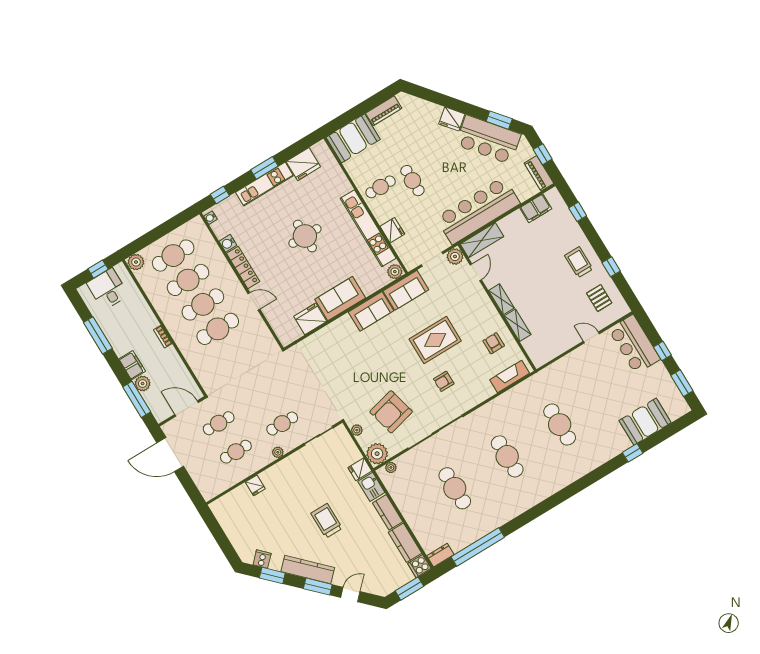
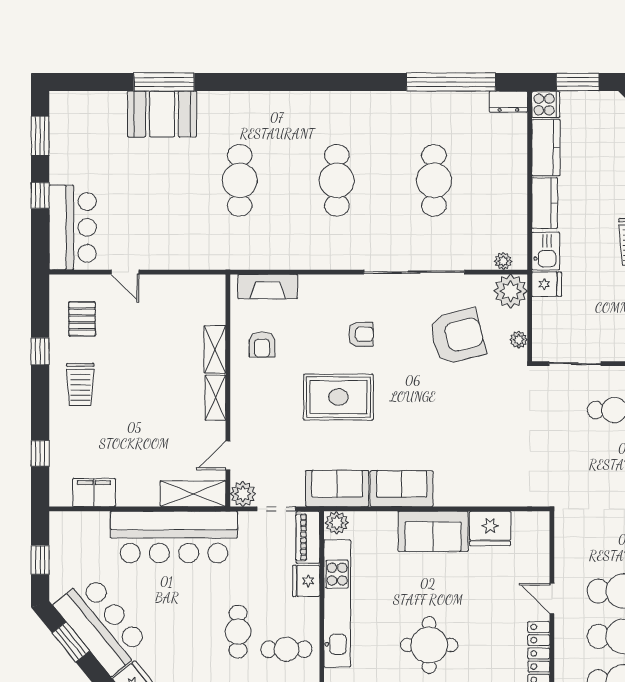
piano: (539, 173) -> (308, 537), moved, turned 180
booth: (645, 422) -> (162, 114), moved
window: (633, 453) -> (164, 82), width x2.17

